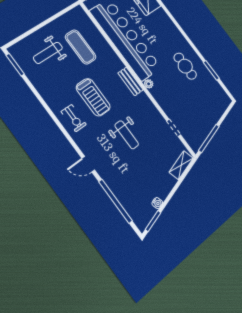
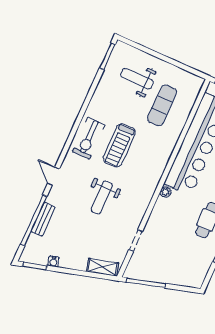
bench: (131, 81) -> (43, 219), moved
exercise bike: (74, 118) -> (89, 138), width x1.38, depth x1.39

